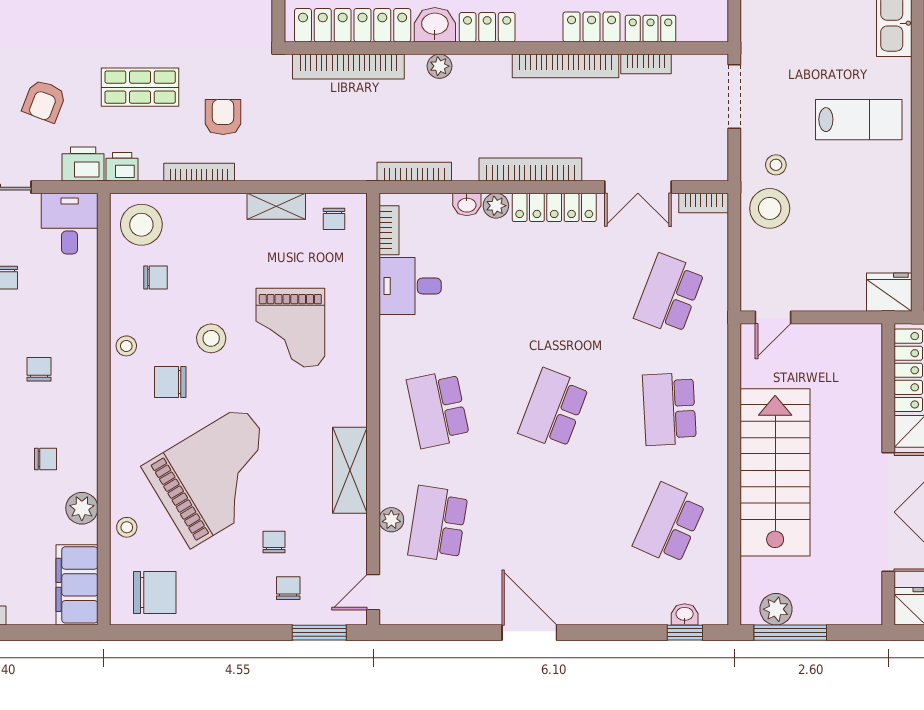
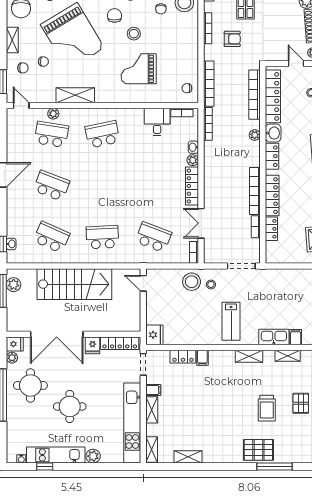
locker: (592, 27) -> (272, 196), width x1.53
bookcase: (530, 170) -> (209, 84), moved
shelving: (276, 206) -> (12, 40), moved
school desk: (554, 409) -> (51, 186), moved

